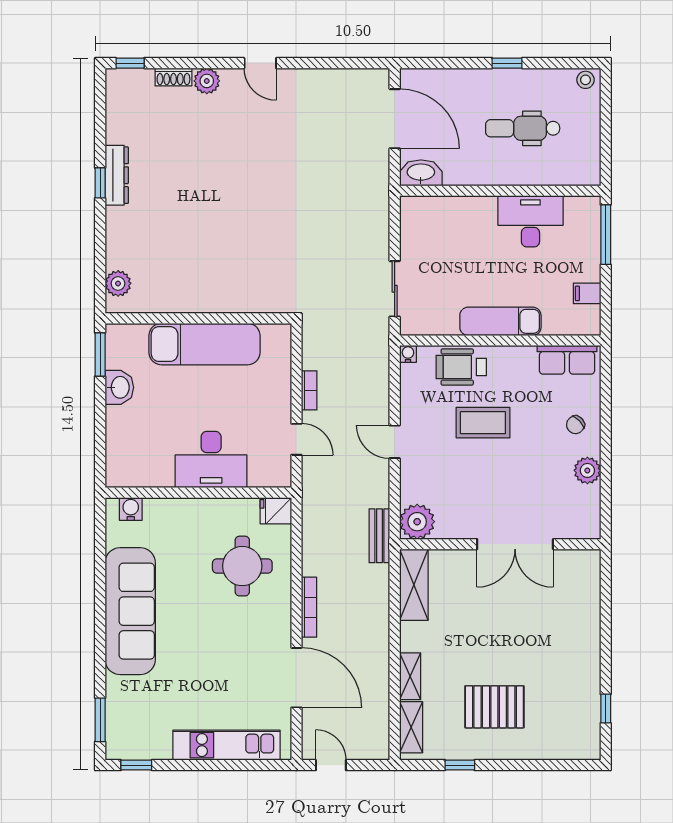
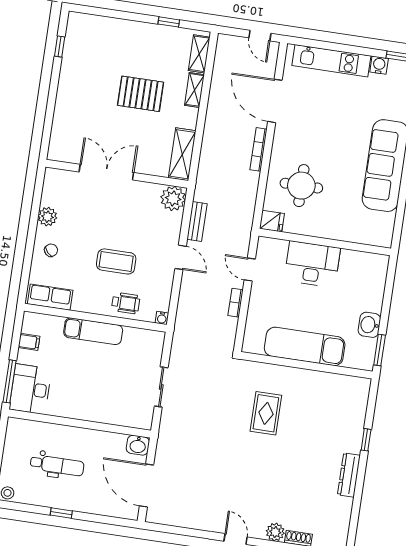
washbasin: (421, 173) -> (138, 445), width x0.72
window: (100, 183) -> (366, 440), moved
desk: (530, 221) -> (30, 389), moved, turned 90
rug: (244, 244) -> (266, 413), added
plant: (118, 283) -> (359, 398), removed
sliding door: (395, 289) -> (161, 387), moved
wheelchair: (461, 367) -> (126, 303), width x0.73, depth x0.73
water cooler: (131, 509) -> (379, 65), moved, turned 180
bench: (379, 536) -> (197, 222), moved
pallet: (494, 707) -> (141, 94), moved

